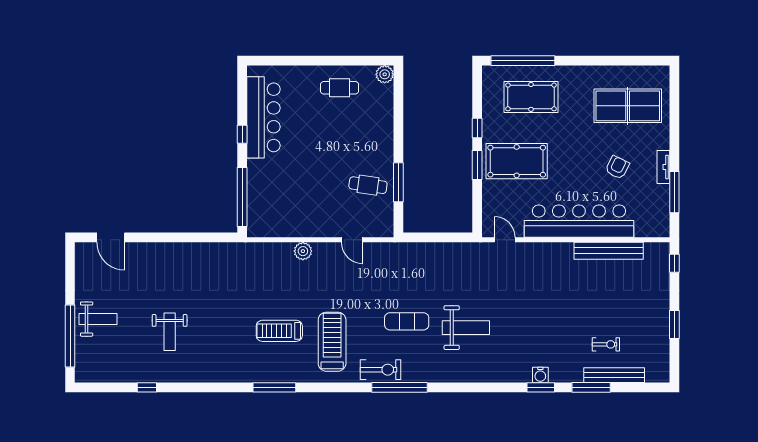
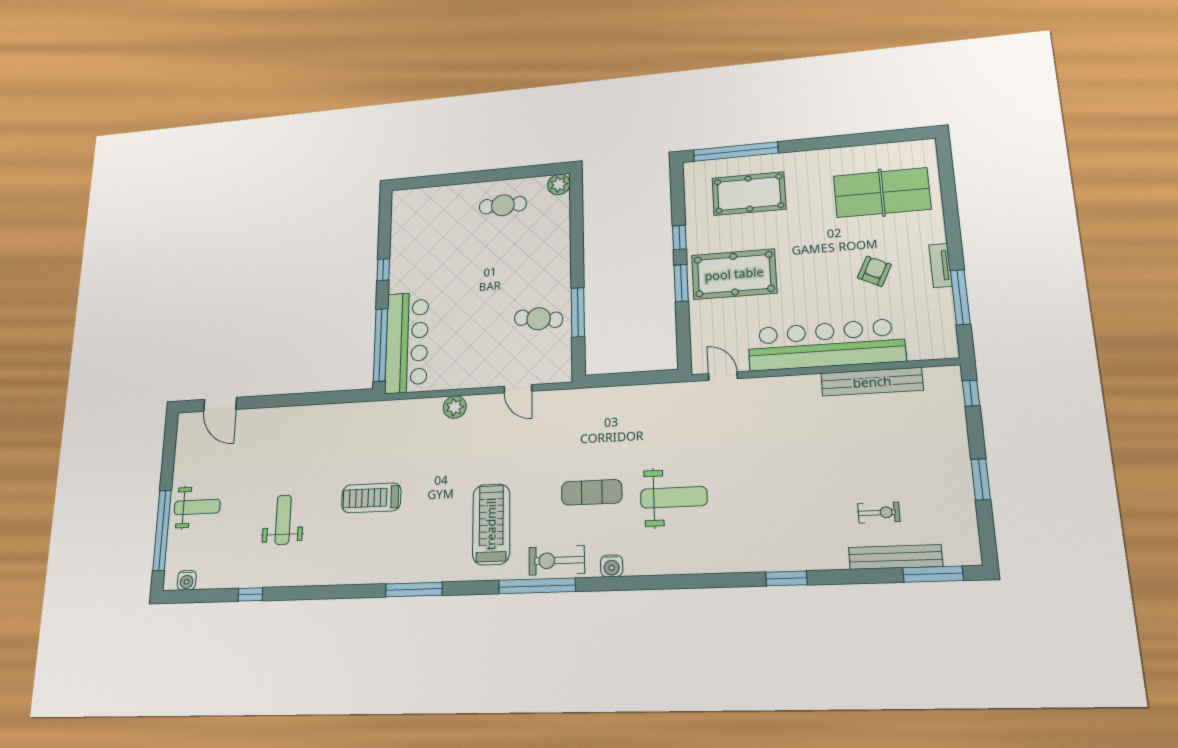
bar counter: (263, 117) -> (407, 342), moved
treadmill: (279, 331) -> (371, 498), moved
weight bench: (170, 332) -> (283, 520), turned 180
exercise bike: (381, 370) -> (557, 560), turned 180
water cooler: (94, 375) -> (187, 580), added
water cooler: (540, 375) -> (612, 566), moved
window: (400, 387) -> (537, 586), moved
window: (591, 387) -> (933, 574), moved

